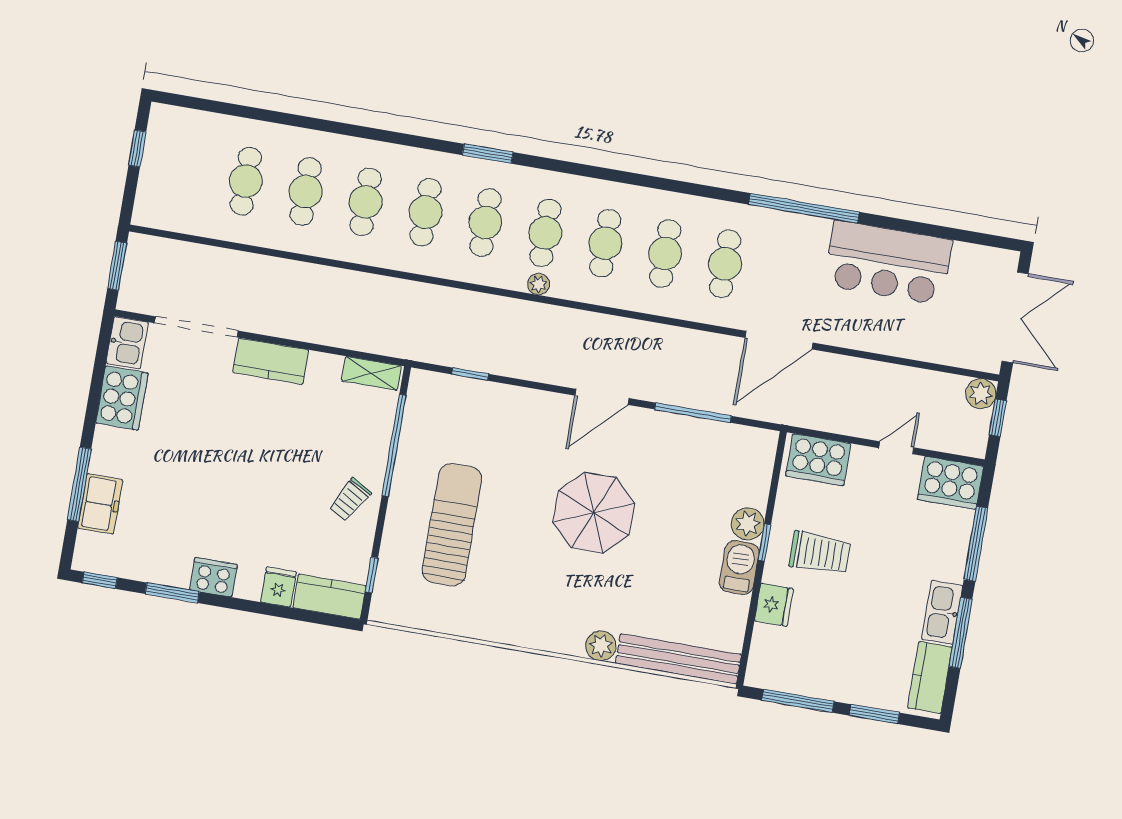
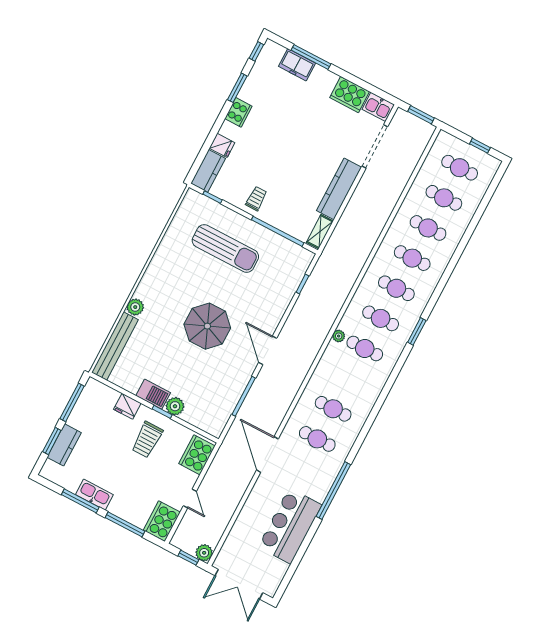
cafe table: (605, 243) -> (460, 168), moved
kitchen counter: (271, 361) -> (339, 189), width x1.50
trolley: (350, 500) -> (256, 199), turned 60
kitchen counter: (930, 677) -> (64, 445), moved, turned 90

